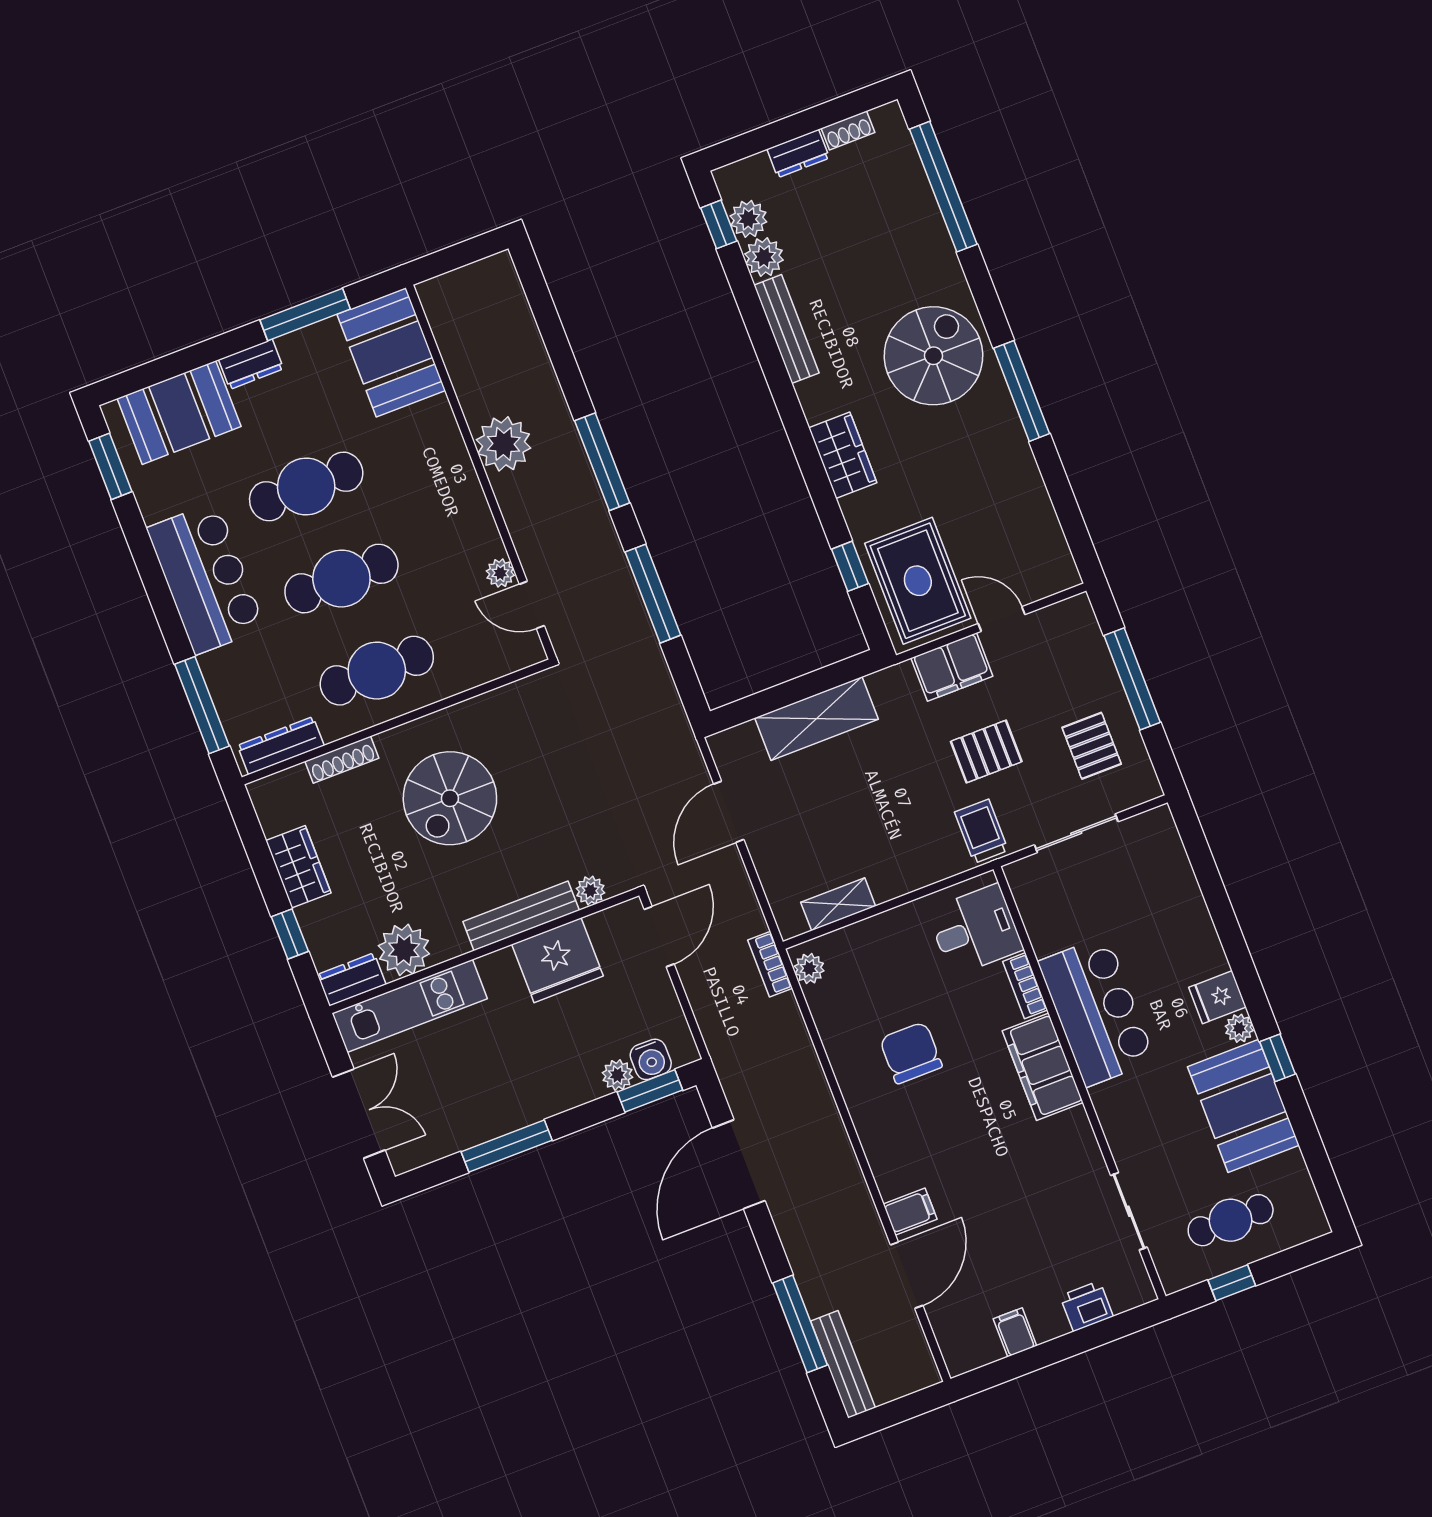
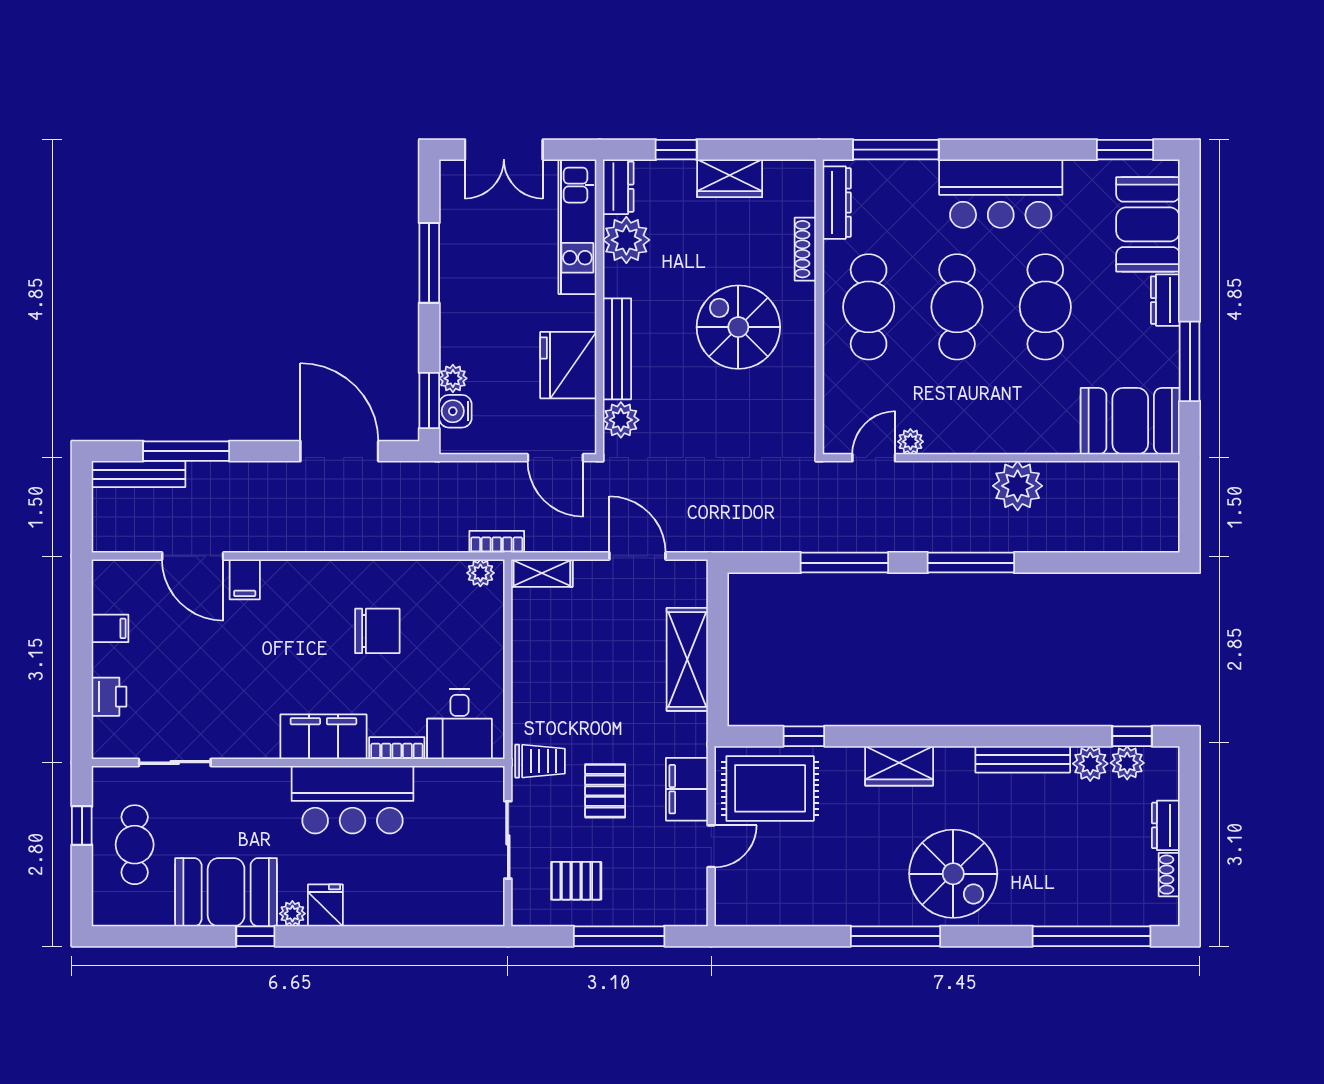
plant: (590, 891) -> (621, 420), width x1.38, depth x1.38
shelving: (838, 904) -> (542, 573), moved, turned 90

